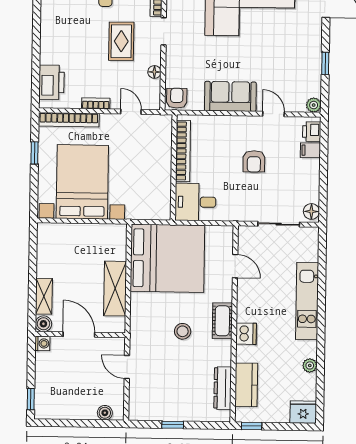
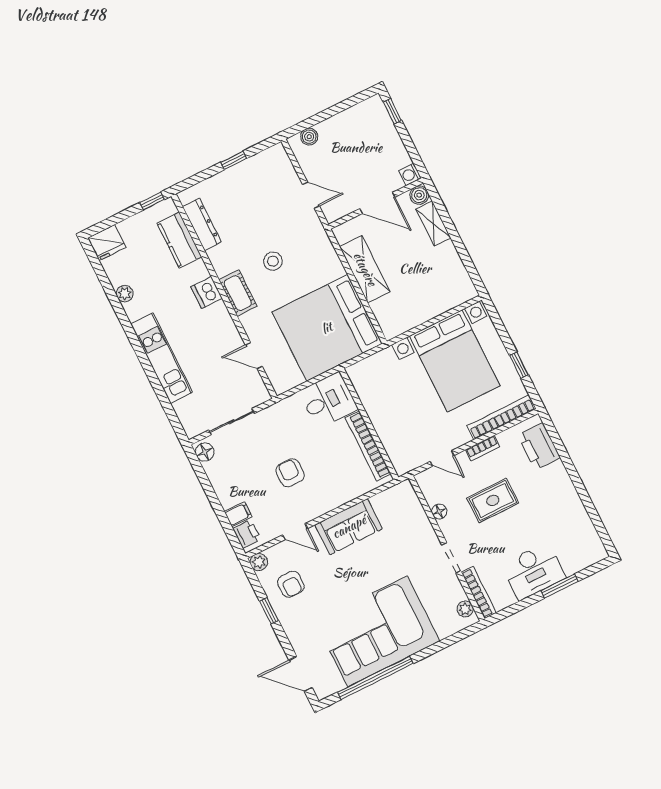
rug: (121, 41) -> (493, 500), moved, turned 90
armchair: (177, 98) -> (291, 584), moved

